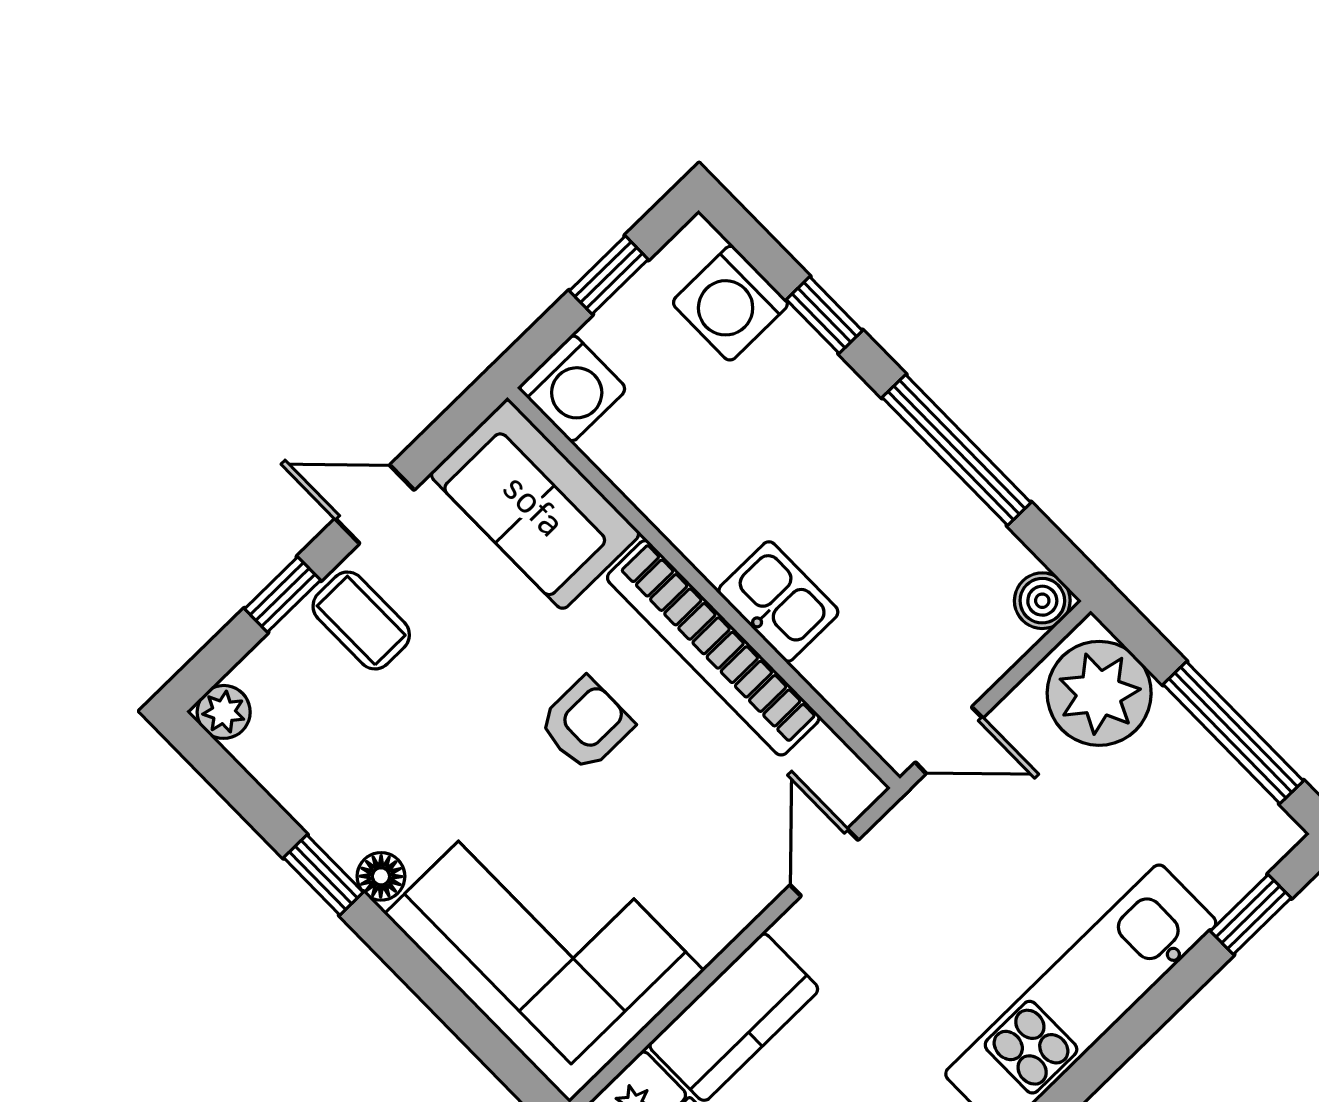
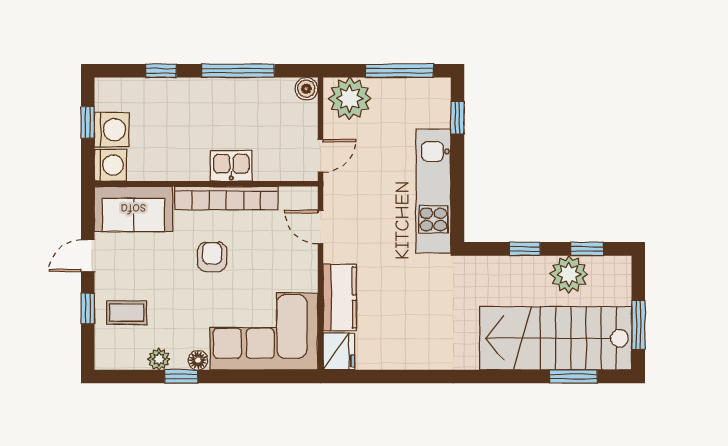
washing machine: (730, 303) -> (112, 130), moved, turned -90
coffee table: (361, 620) -> (127, 313), moved
plant: (224, 712) -> (159, 359), moved

